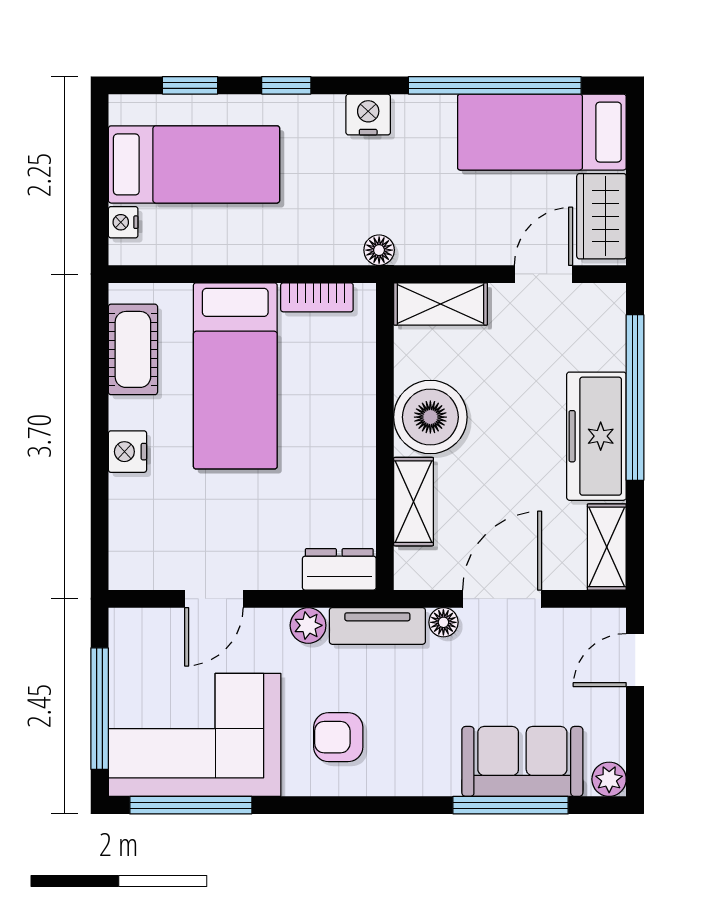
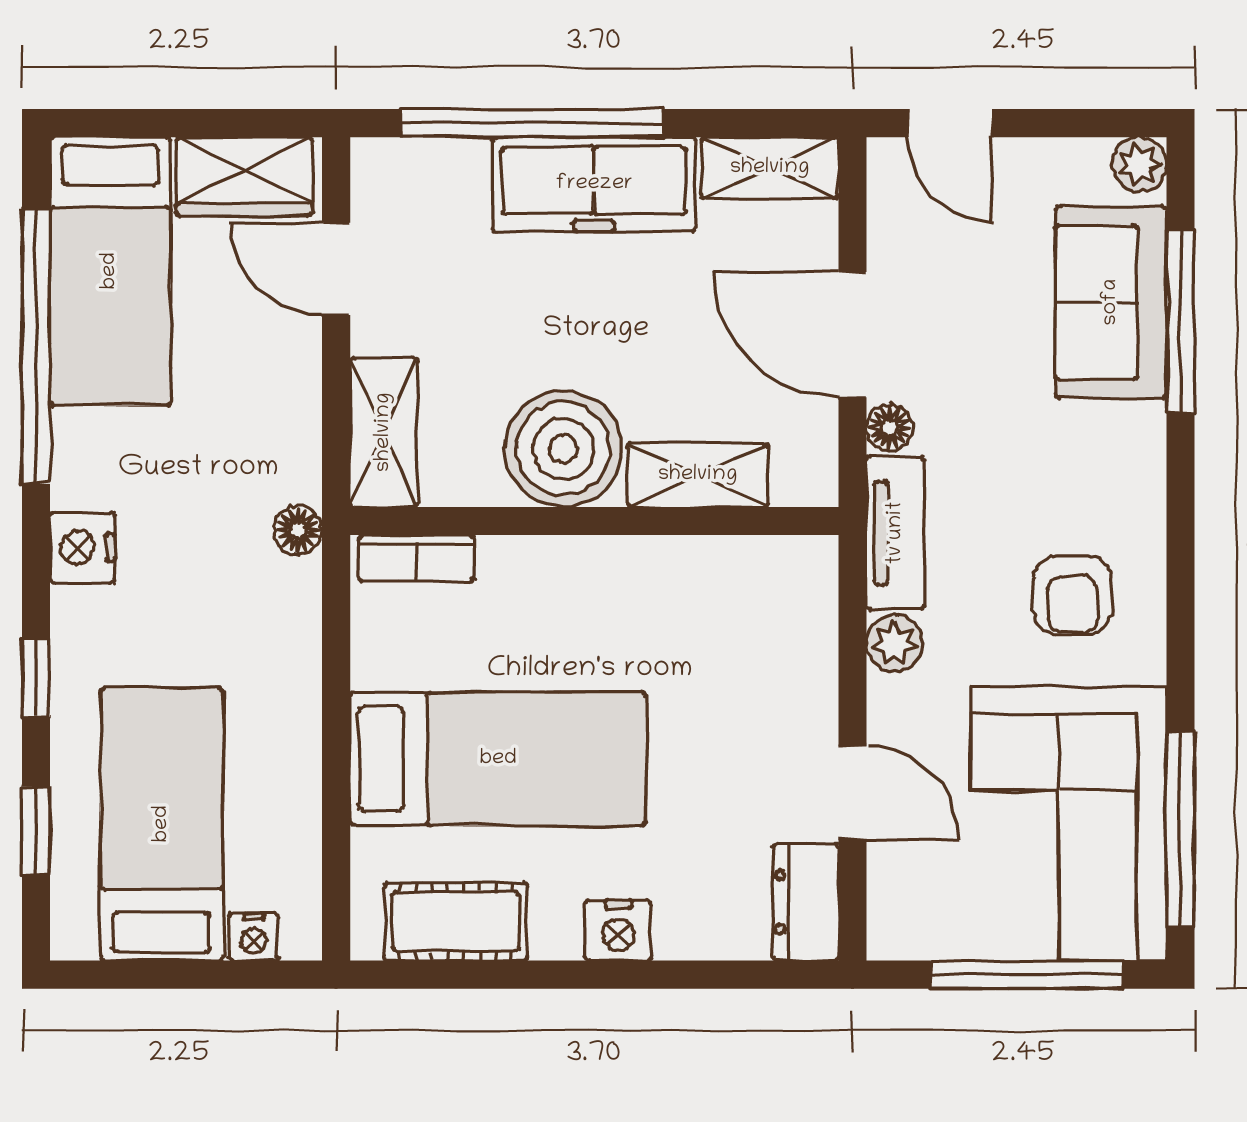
bookcase: (317, 297) -> (416, 558), moved, turned 90
dresser: (339, 569) -> (806, 902), moved

